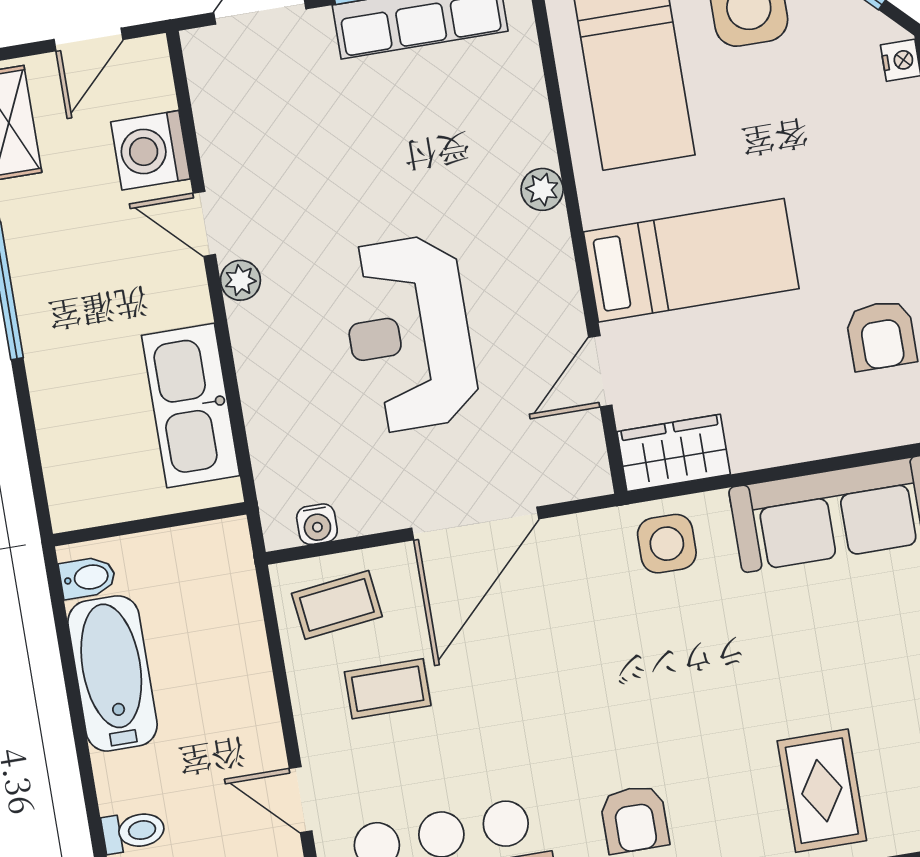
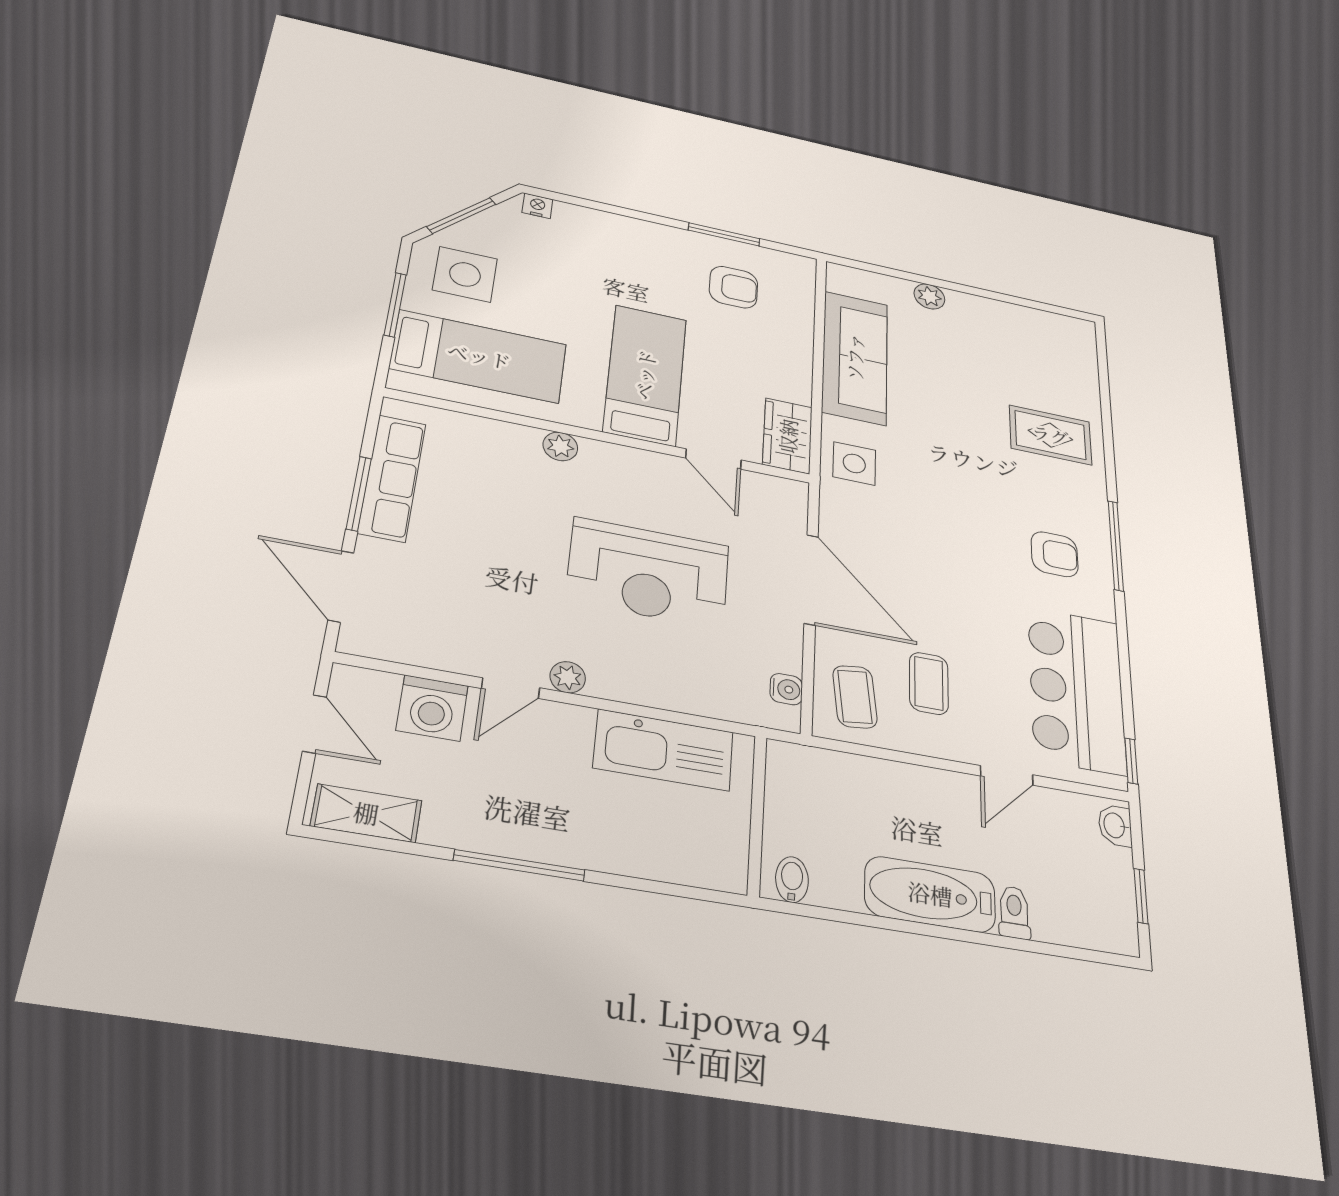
bathtub: (113, 673) -> (930, 894), moved

